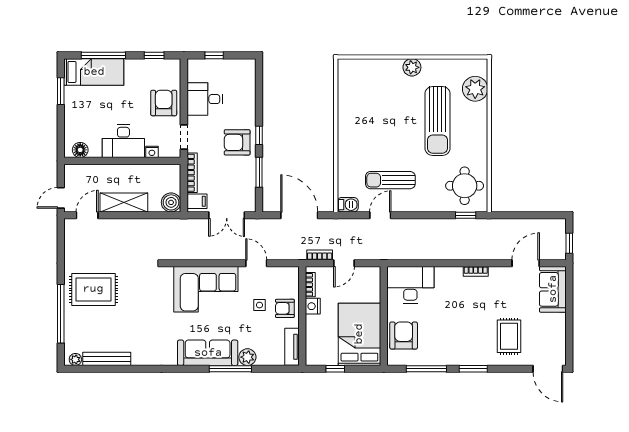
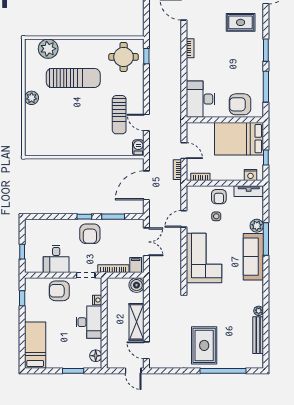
window: (103, 55) -> (22, 338), removed
window: (61, 91) -> (73, 371), moved
nightstand: (313, 306) -> (250, 175), moved
plant: (75, 359) -> (259, 311), moved

